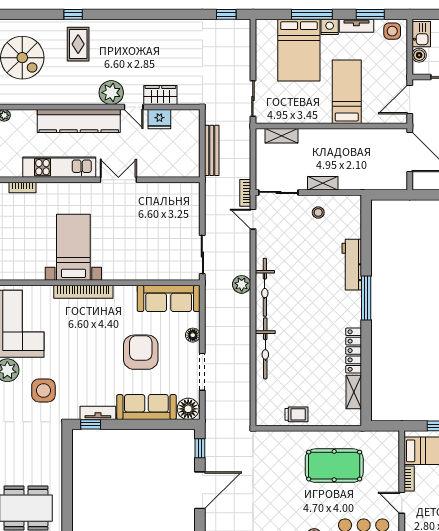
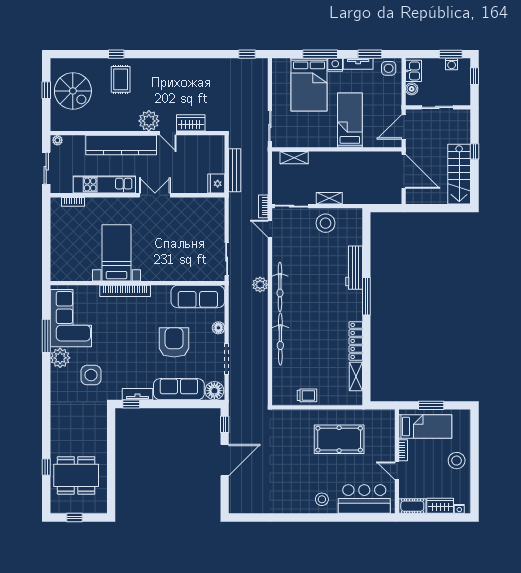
fridge: (159, 119) -> (216, 184), moved, turned 90
stool: (318, 212) -> (326, 223), width x1.89, depth x1.89

